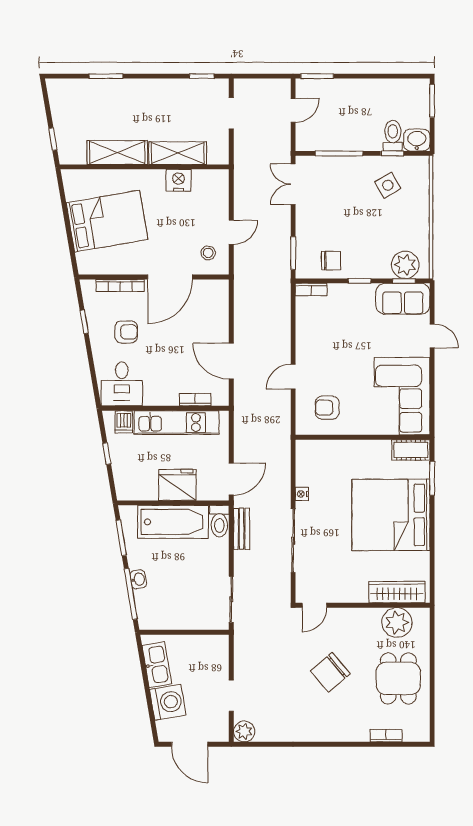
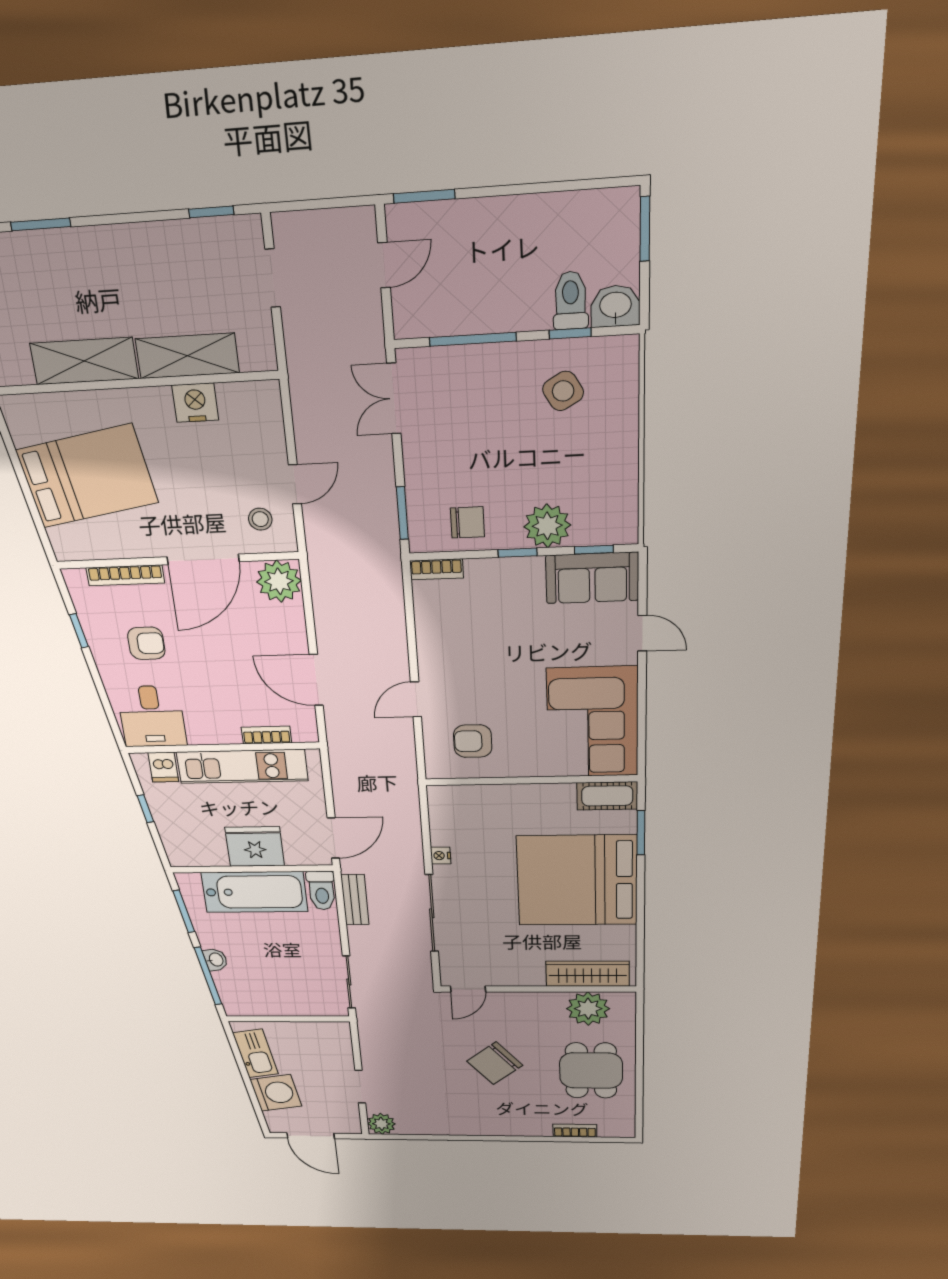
plant: (405, 265) -> (547, 526), moved
plant: (215, 293) -> (279, 581), added

